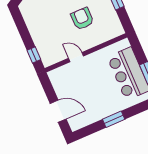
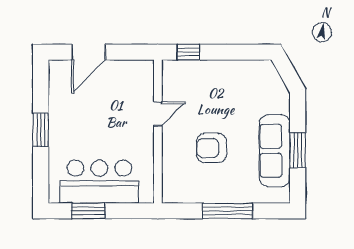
armchair: (82, 19) -> (211, 148), turned 180

